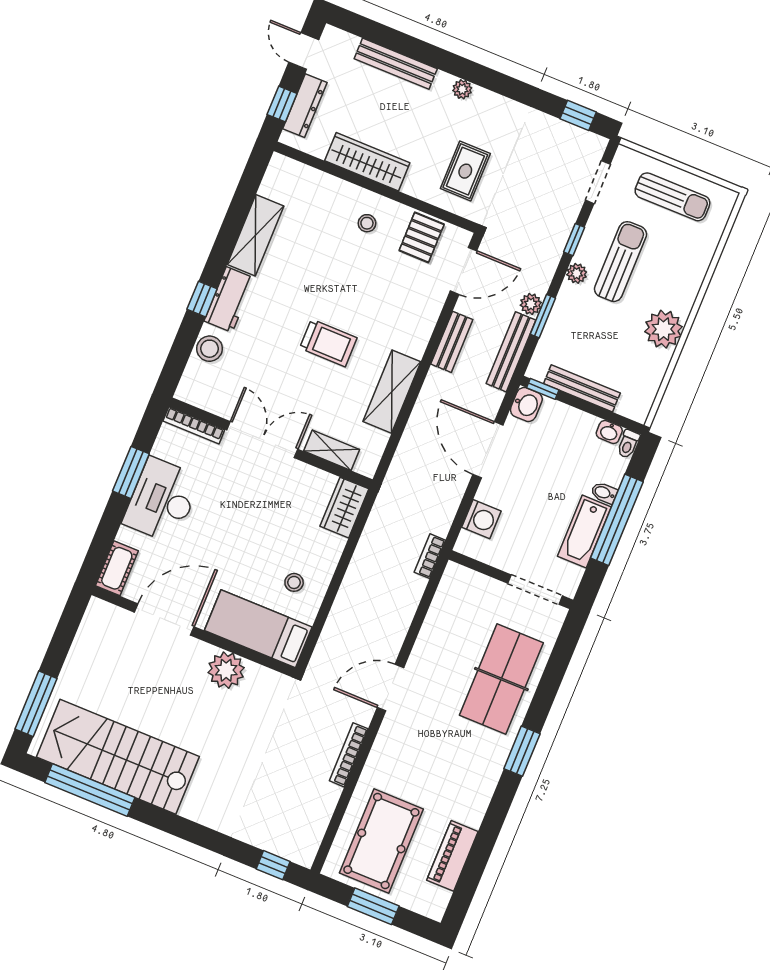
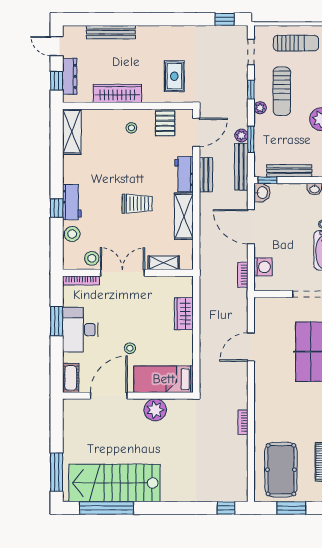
plant: (462, 89) -> (154, 31), removed
shelving: (255, 235) -> (72, 132), moved
sun lounger: (621, 262) -> (282, 91), turned 180
workbench: (419, 327) -> (184, 174), added
stool: (224, 398) -> (92, 258), added
wardrobe: (344, 508) -> (184, 314), moved
bookcase: (430, 556) -> (243, 275), moved
stool: (294, 582) -> (130, 348), moved
door: (390, 688) -> (251, 347), moved
bookcase: (349, 755) -> (243, 422), width x0.64

